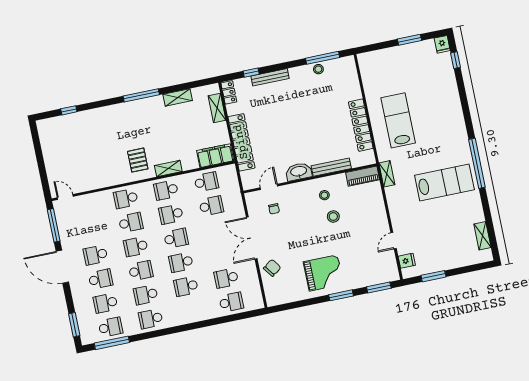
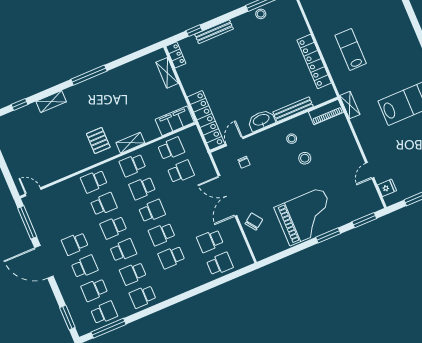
shelving: (178, 97) -> (51, 102), moved
lab bench: (398, 120) -> (351, 49), width x0.73, depth x0.72
locker: (241, 142) -> (206, 120), moved
grand piano: (323, 273) -> (306, 216), width x1.37, depth x1.48

